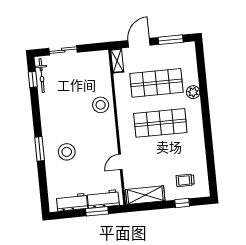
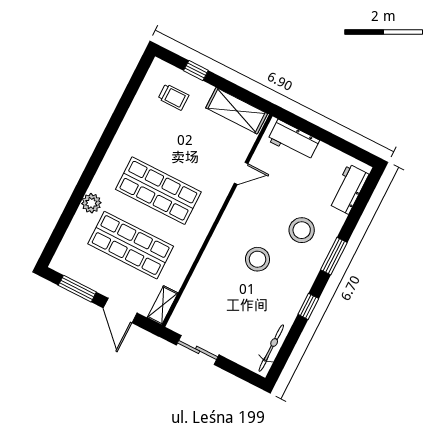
door: (139, 43) -> (120, 310), hinge flipped
sliding door: (63, 50) -> (198, 350), moved
window: (33, 79) -> (308, 306), moved
stool: (101, 105) -> (258, 259), moved
workbench: (72, 202) -> (348, 189), moved, turned 90
window: (97, 211) -> (312, 129), removed

